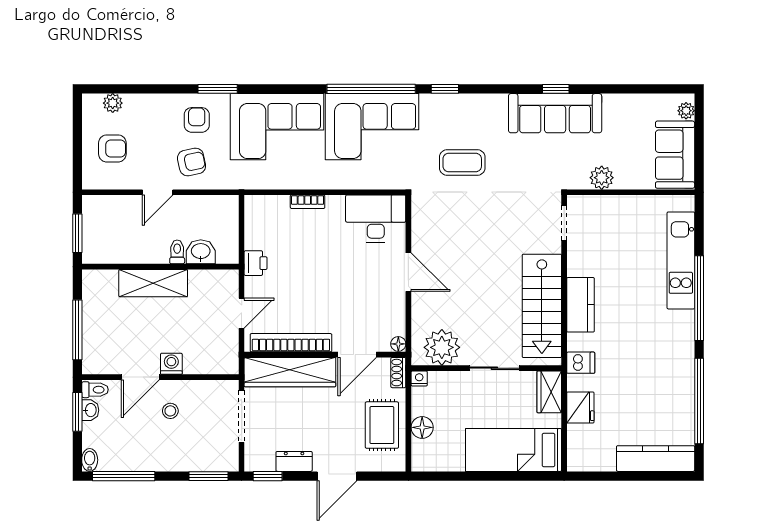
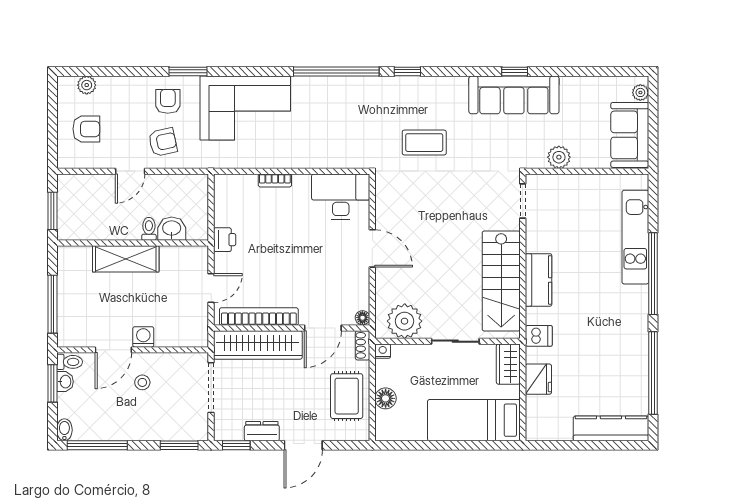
corner sofa: (372, 127) -> (337, 108), removed

